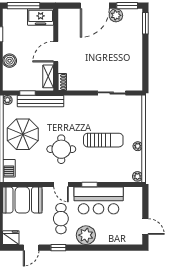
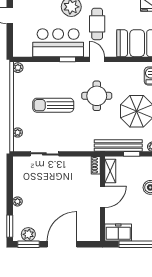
plant: (116, 15) -> (28, 234), moved
plant: (138, 47) -> (17, 201), added
plant: (138, 146) -> (18, 132), moved

